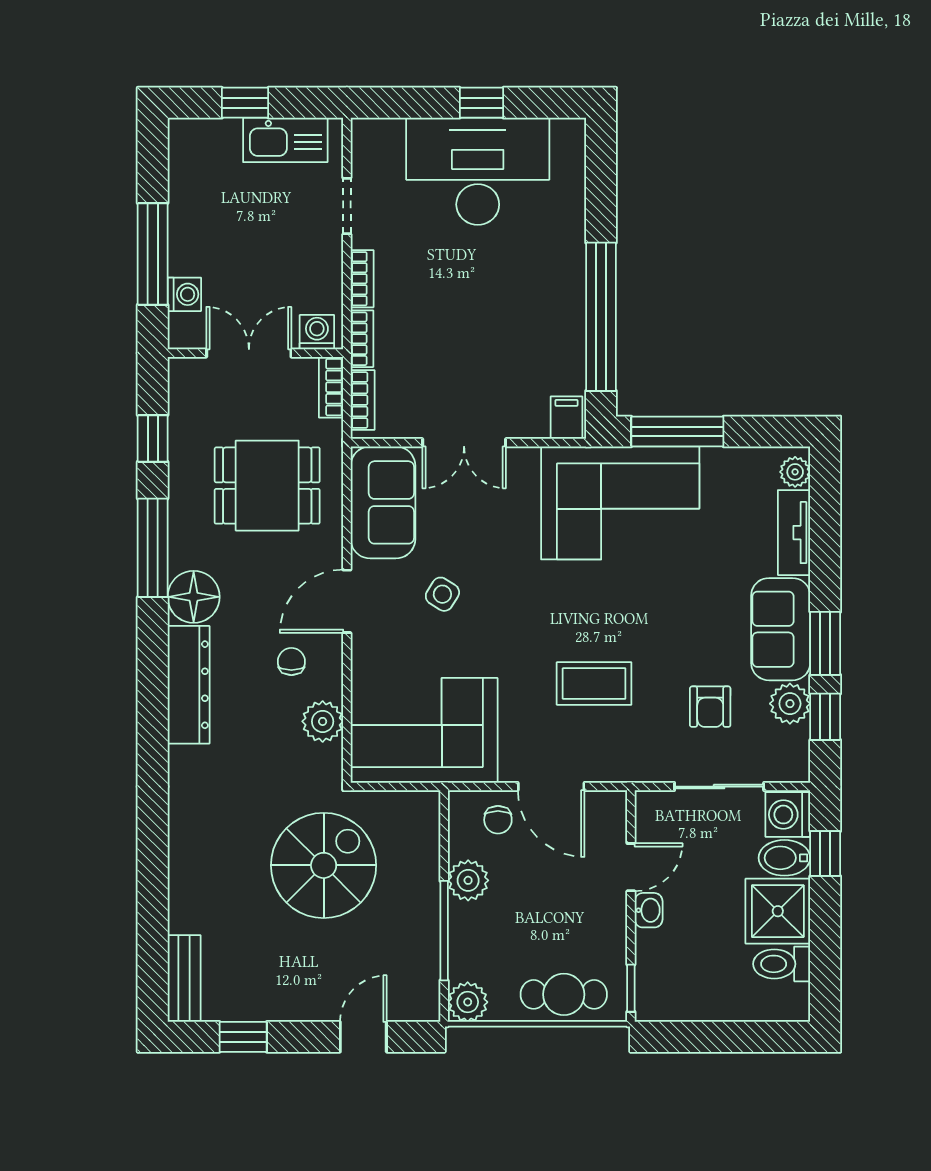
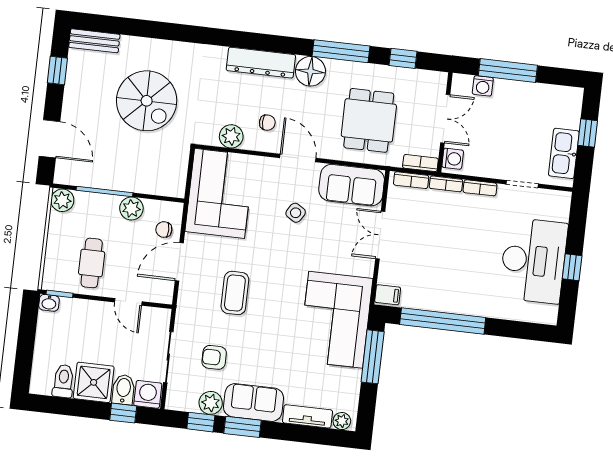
spiral stairs: (324, 865) -> (147, 101), moved
washbasin: (649, 910) -> (49, 303), moved
cafe table: (564, 994) -> (92, 263), moved
door: (363, 1037) -> (49, 139), width x1.37

